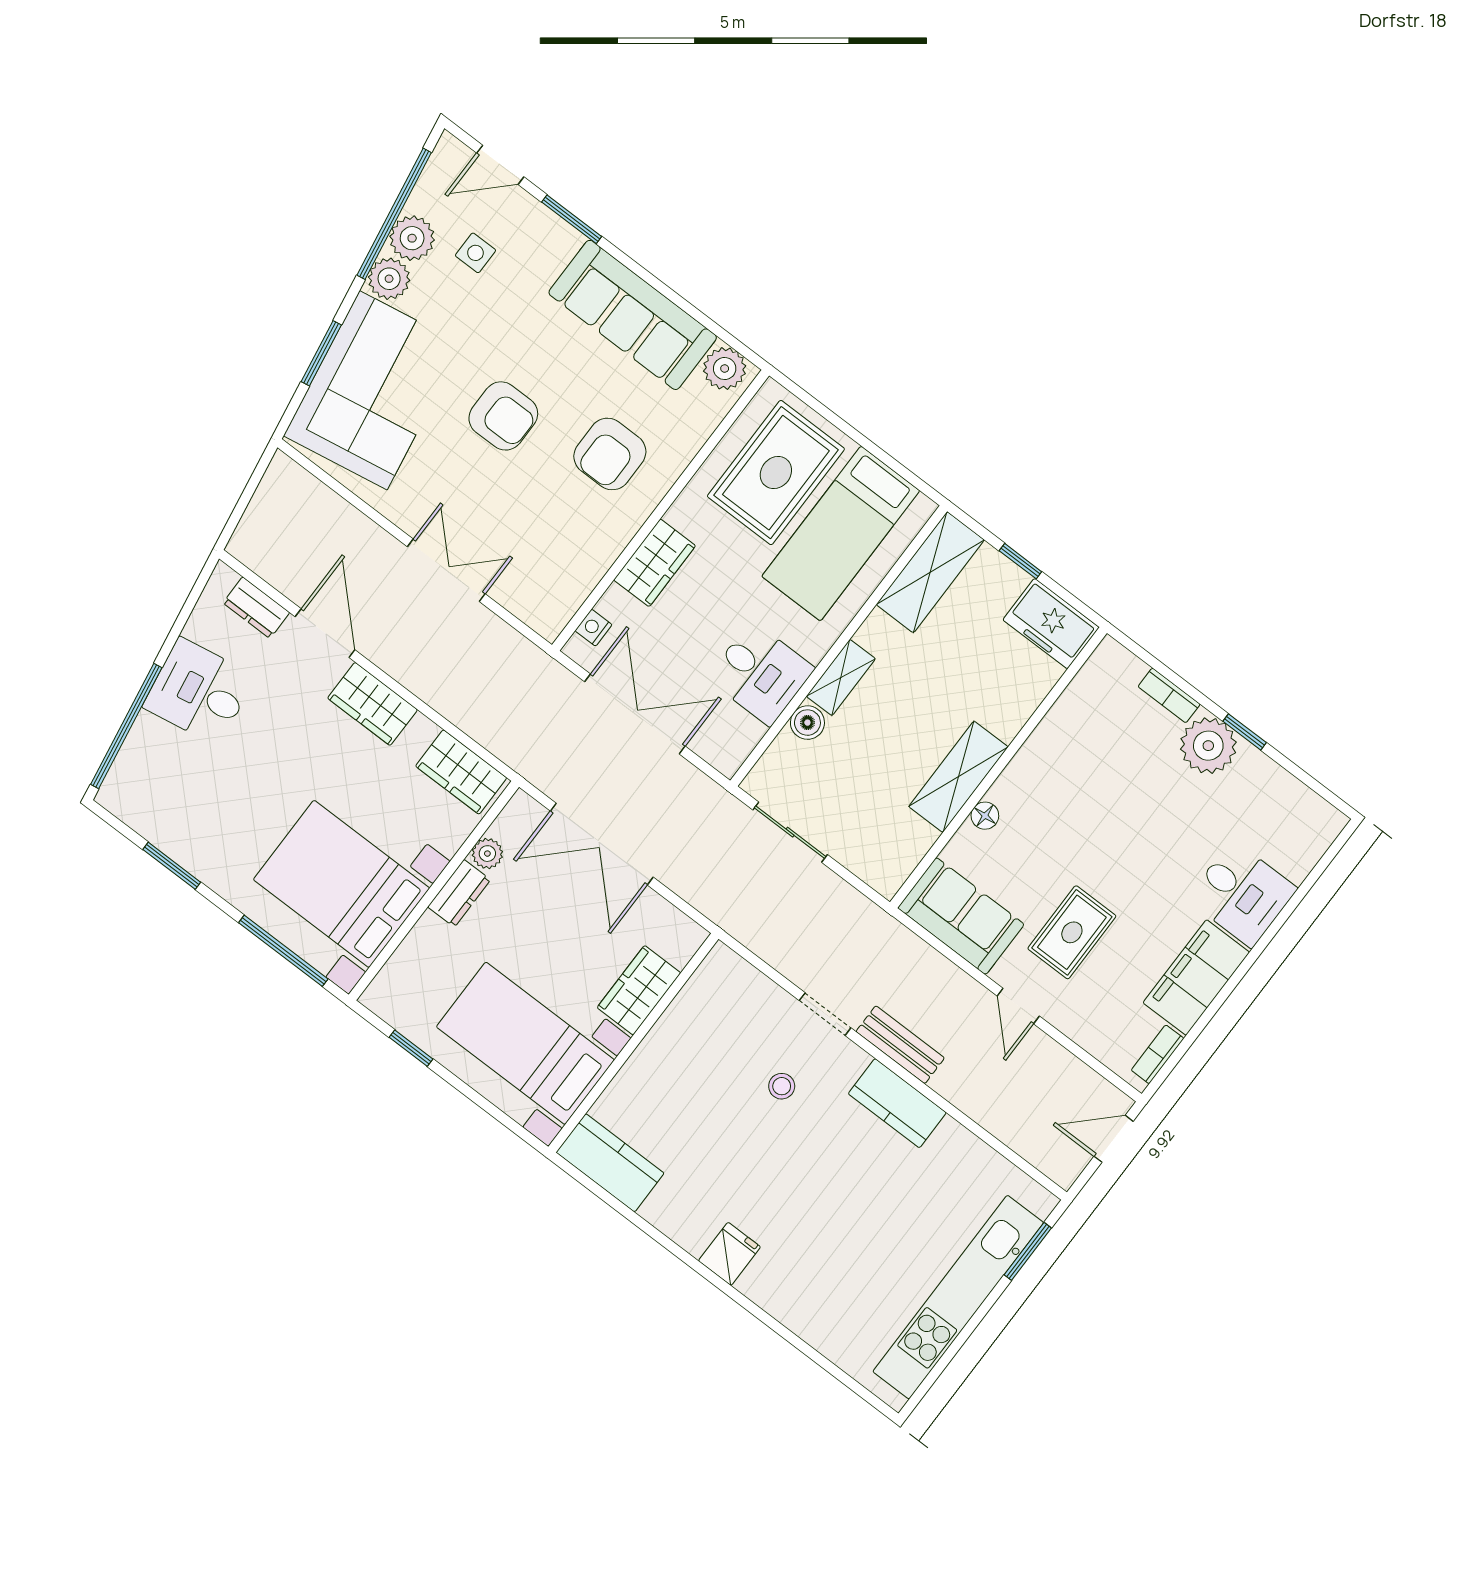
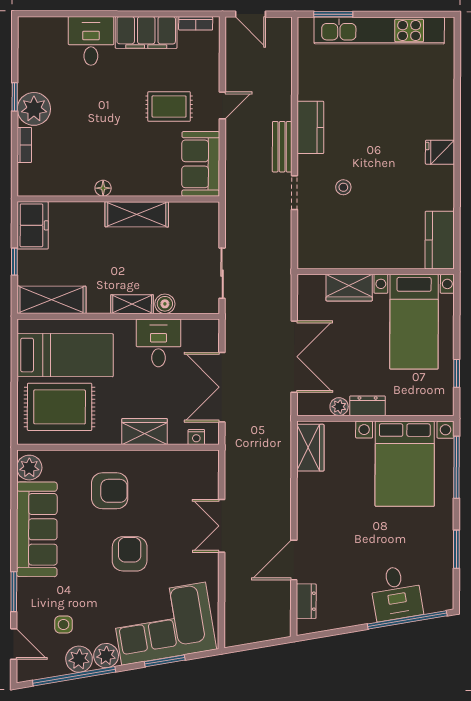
desk: (199, 692) -> (396, 593), moved
wardrobe: (372, 704) -> (310, 513), removed
floor lamp: (985, 816) -> (103, 188), moved

